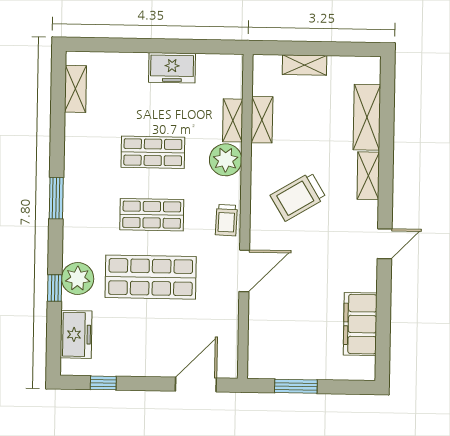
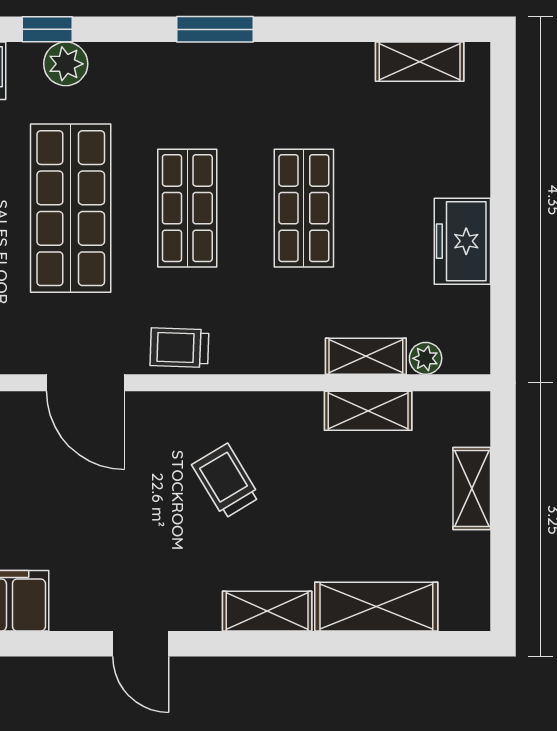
plant: (226, 160) -> (426, 358), moved, width x0.53, depth x0.53
trolley: (298, 197) -> (226, 481), width x0.73, depth x0.72
plant: (78, 278) -> (66, 64), width x0.73, depth x0.73

